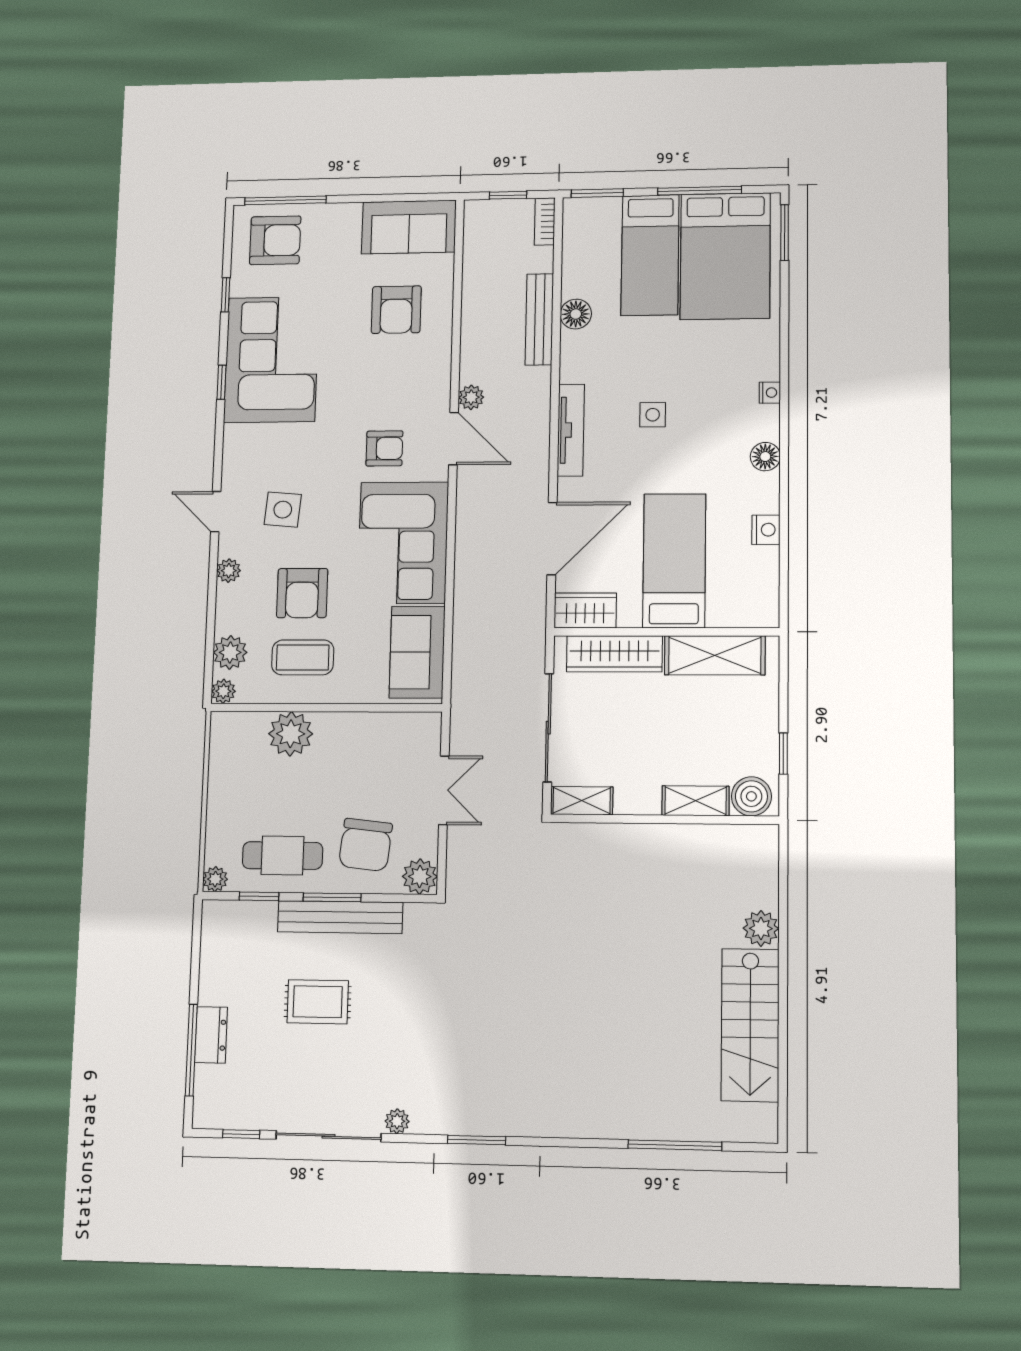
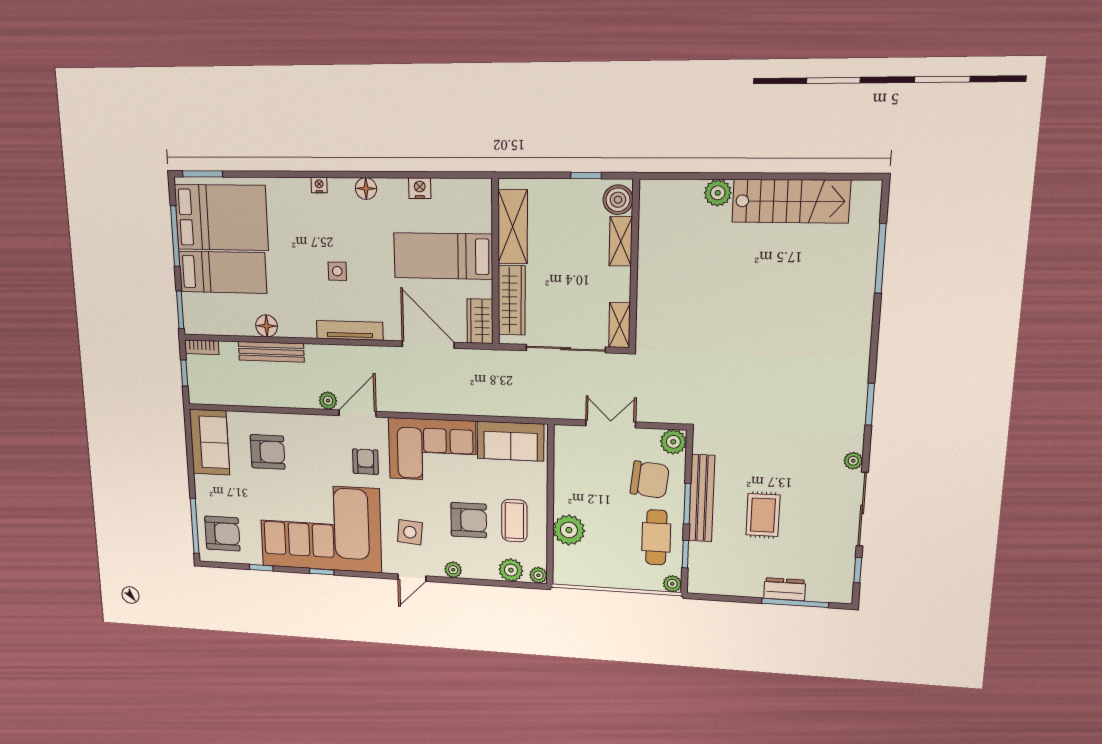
armchair: (275, 240) -> (222, 534), turned 90
corner sofa: (271, 360) -> (320, 528), width x1.36, depth x1.36

